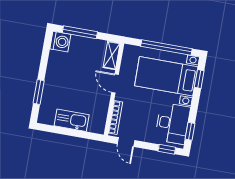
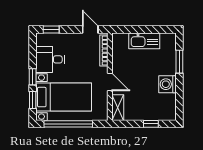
window: (80, 32) -> (151, 124), width x0.46
washing machine: (60, 42) -> (167, 84), moved
desk: (173, 123) -> (50, 59), width x0.73
window: (190, 131) -> (33, 77), moved

